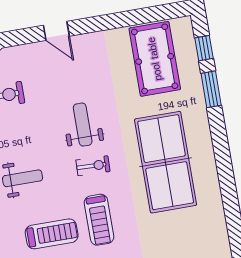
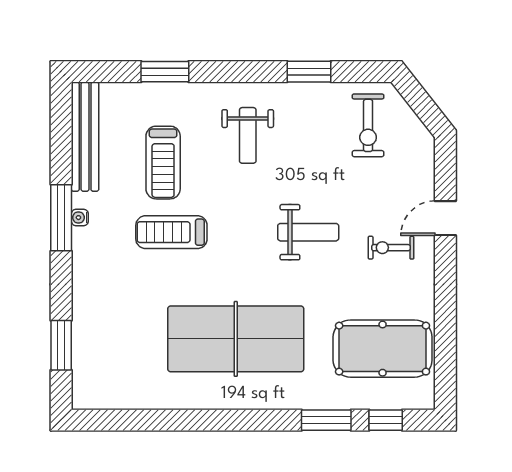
exercise bike: (93, 166) -> (391, 248), moved, turned 88

